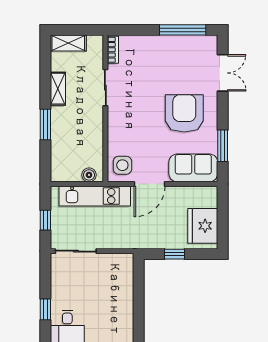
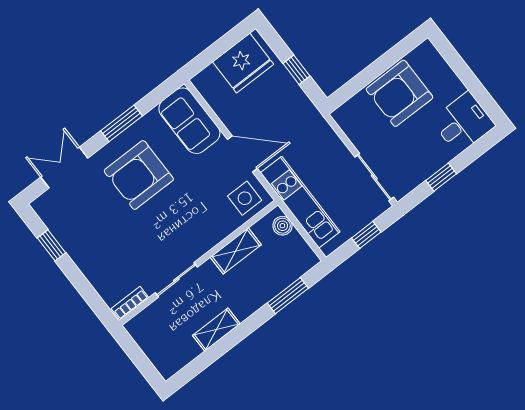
window: (183, 30) -> (52, 245), width x0.46
shelving: (68, 43) -> (236, 251), moved, turned 90
window: (45, 124) -> (288, 296), moved
window: (223, 146) -> (122, 123), moved
armchair: (114, 304) -> (400, 93), added
window: (45, 309) -> (441, 177), moved

